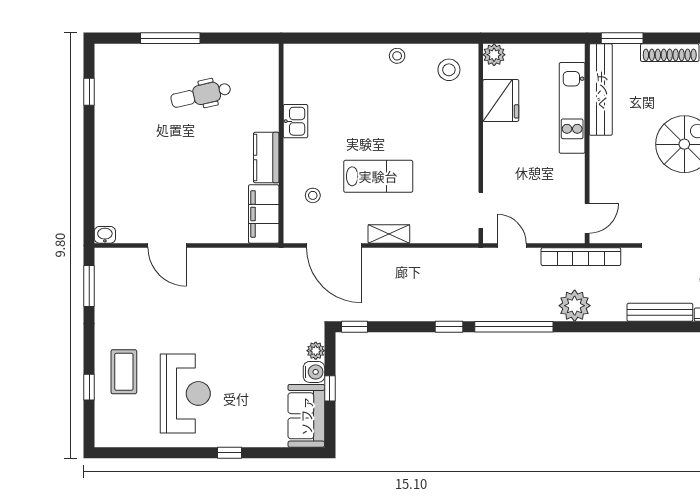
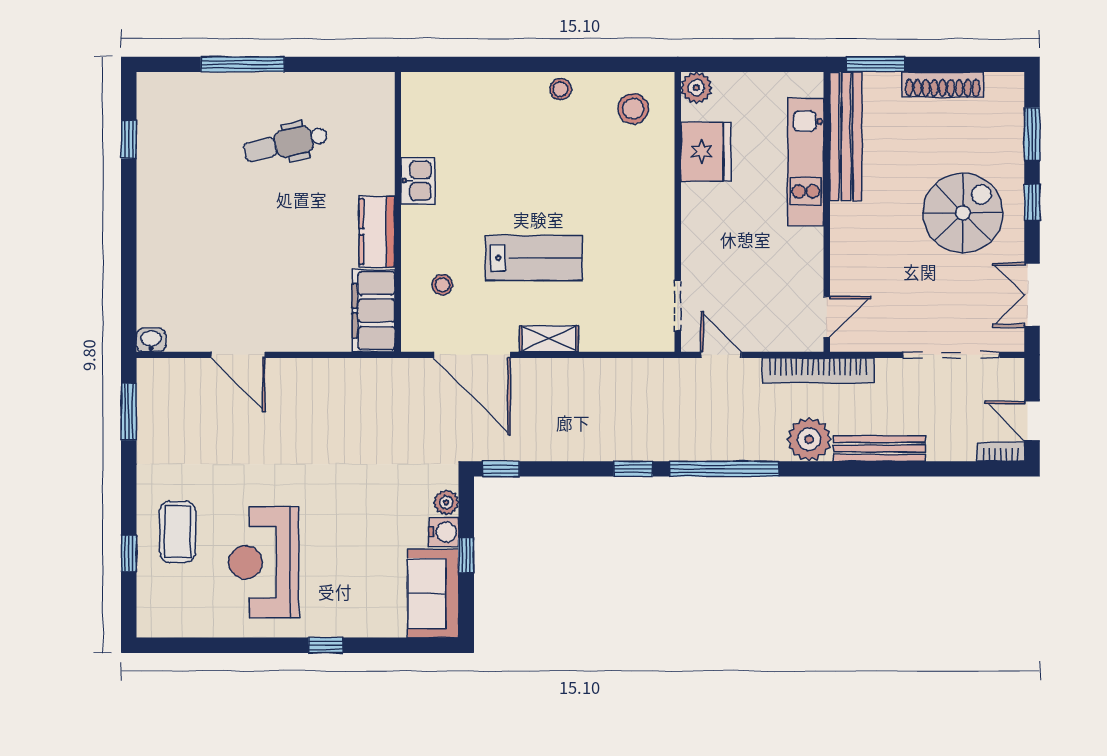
bench: (660, 312) -> (880, 448), moved
reception desk: (185, 393) -> (264, 562), turned 180

